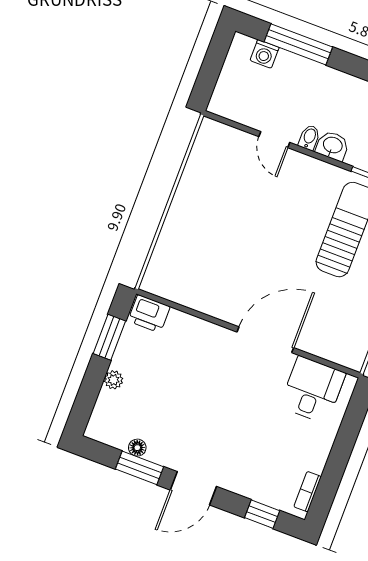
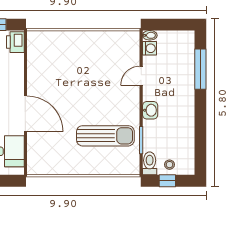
washing machine: (265, 54) -> (150, 48), moved, turned 180
bidet: (309, 138) -> (150, 35), moved

